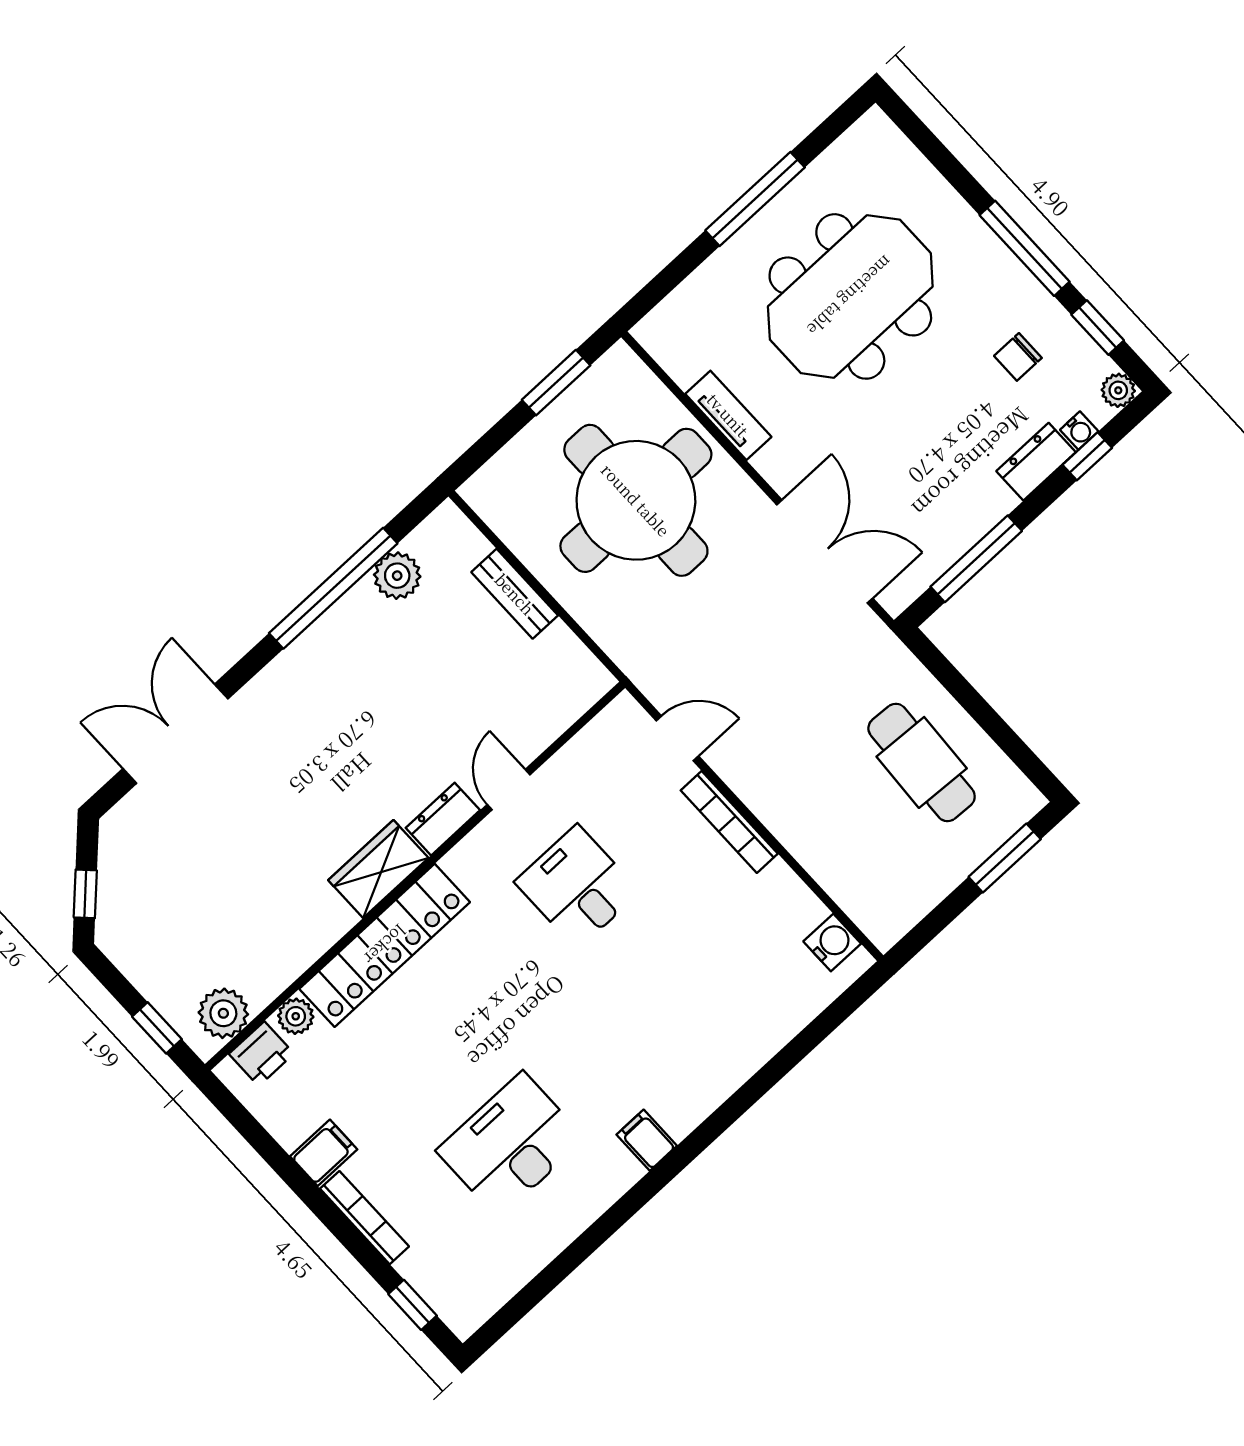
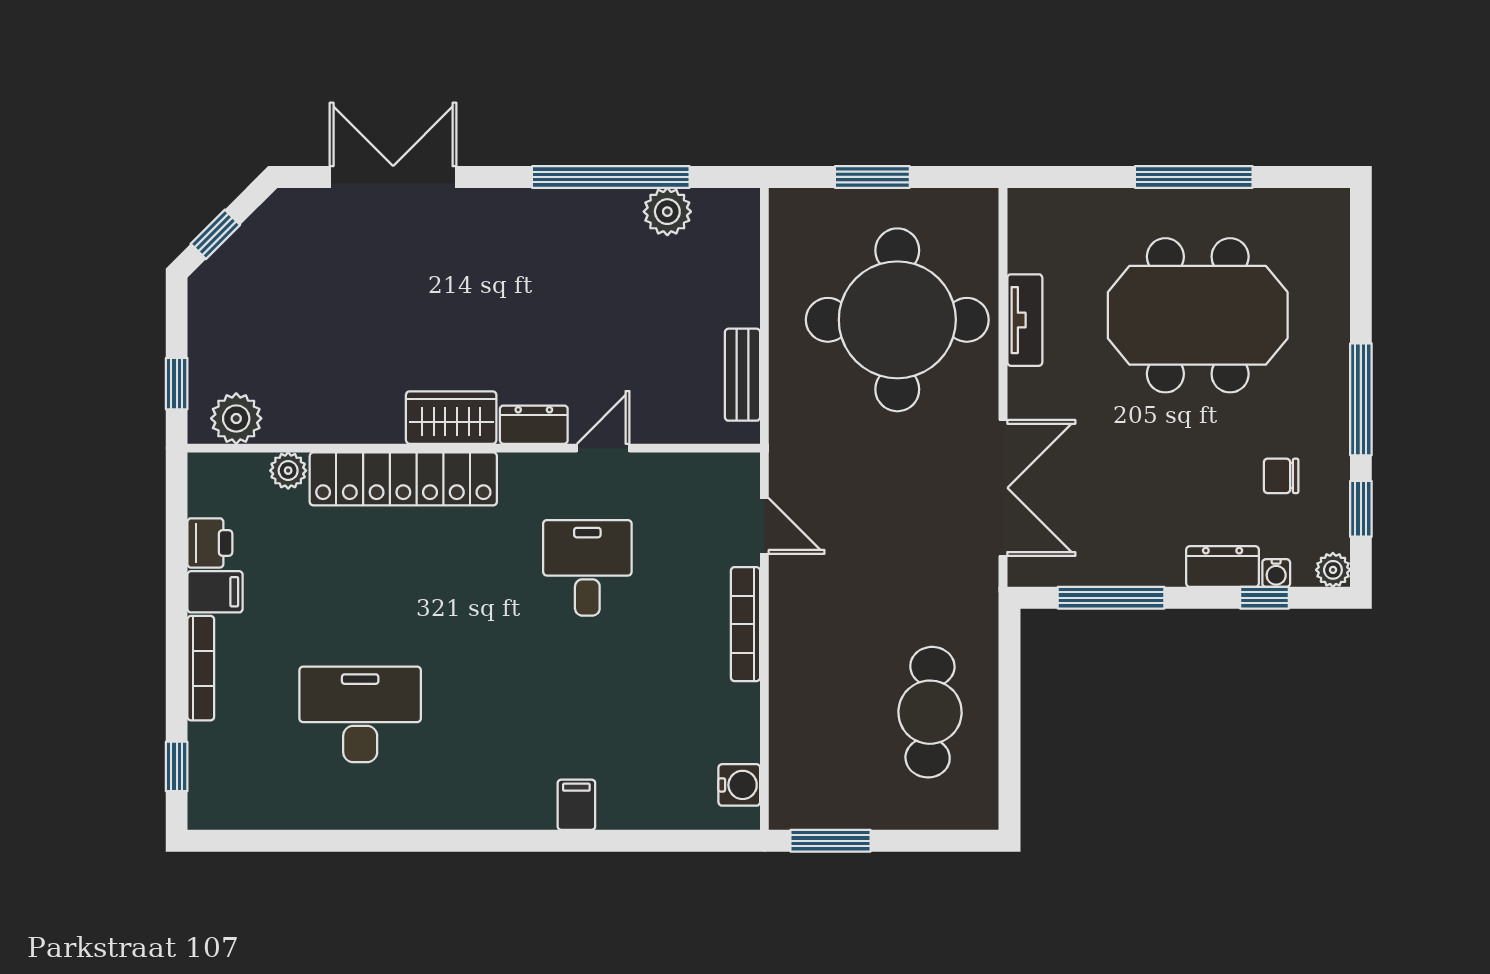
window: (556, 383) -> (872, 177), moved
bench: (515, 594) -> (742, 375), moved
window: (1005, 858) -> (830, 841), moved
printer: (261, 1054) -> (210, 543), moved, turned -90
filing cabinet: (647, 1140) -> (576, 805), moved

